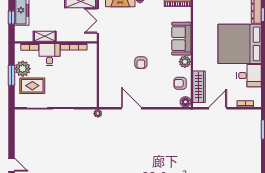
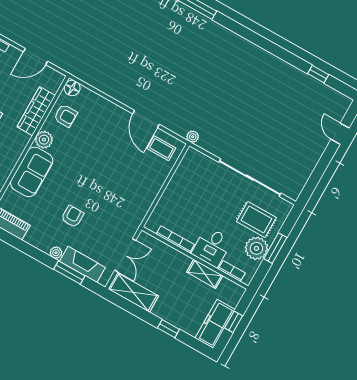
armchair: (141, 63) -> (72, 216), moved
wardrobe: (199, 87) -> (36, 111), moved
coffee table: (112, 96) -> (161, 148), added

